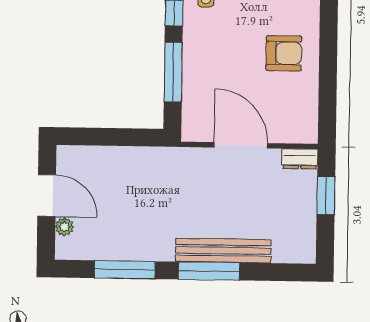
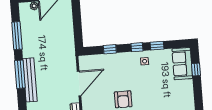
window: (173, 72) -> (110, 49), width x0.46

